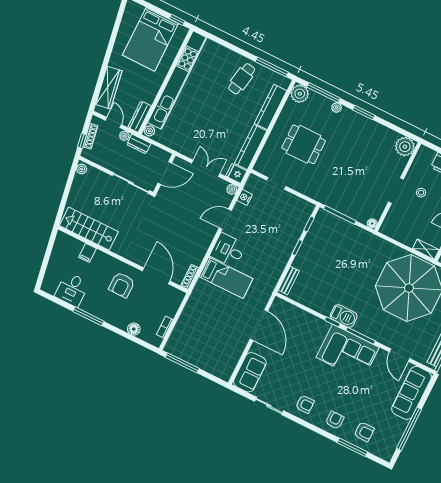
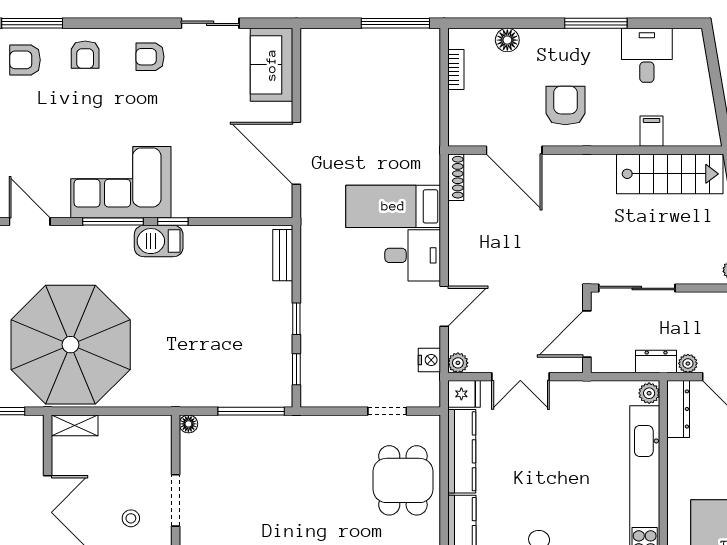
dining table: (304, 144) -> (403, 480), moved, turned 90

